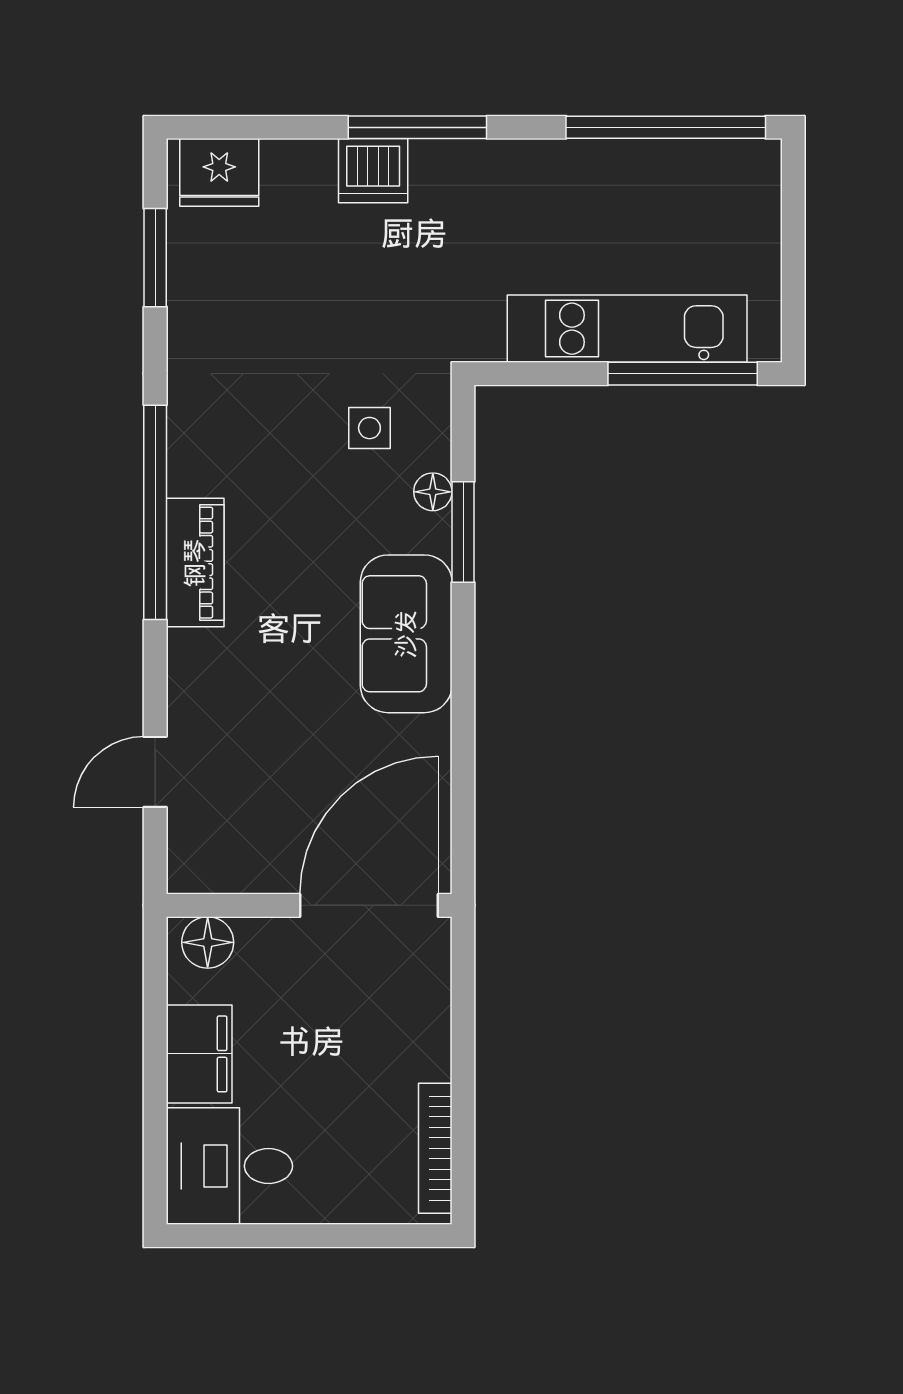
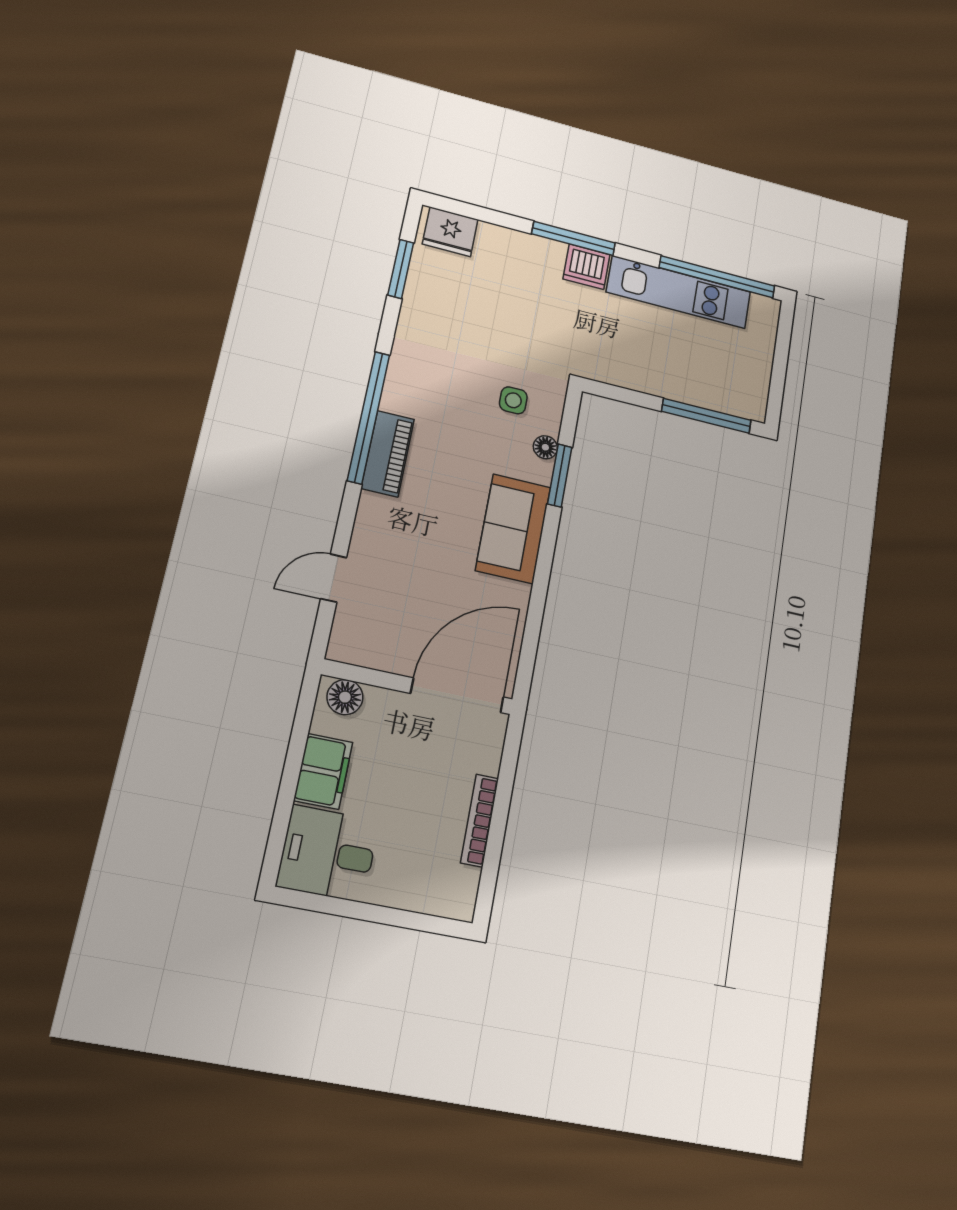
dishwasher: (373, 171) -> (587, 267), moved
kitchen unit: (627, 329) -> (679, 292), moved, turned 180
bookcase: (435, 1148) -> (480, 820), moved

